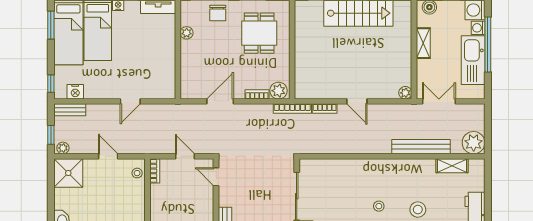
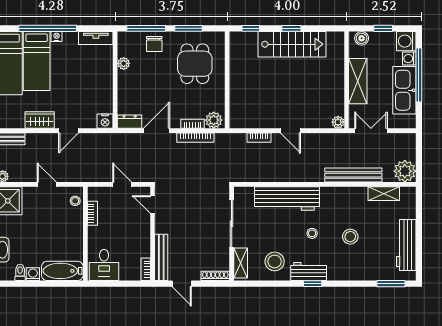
shelving: (423, 43) -> (358, 81), width x1.50, depth x1.33
wardrobe: (101, 91) -> (40, 120), added
nightstand: (75, 92) -> (105, 121), moved
dresser: (193, 92) -> (130, 122), added
bookcase: (292, 109) -> (195, 138), moved
bookcase: (155, 171) -> (92, 213), moved
workbench: (353, 171) -> (287, 198), added

